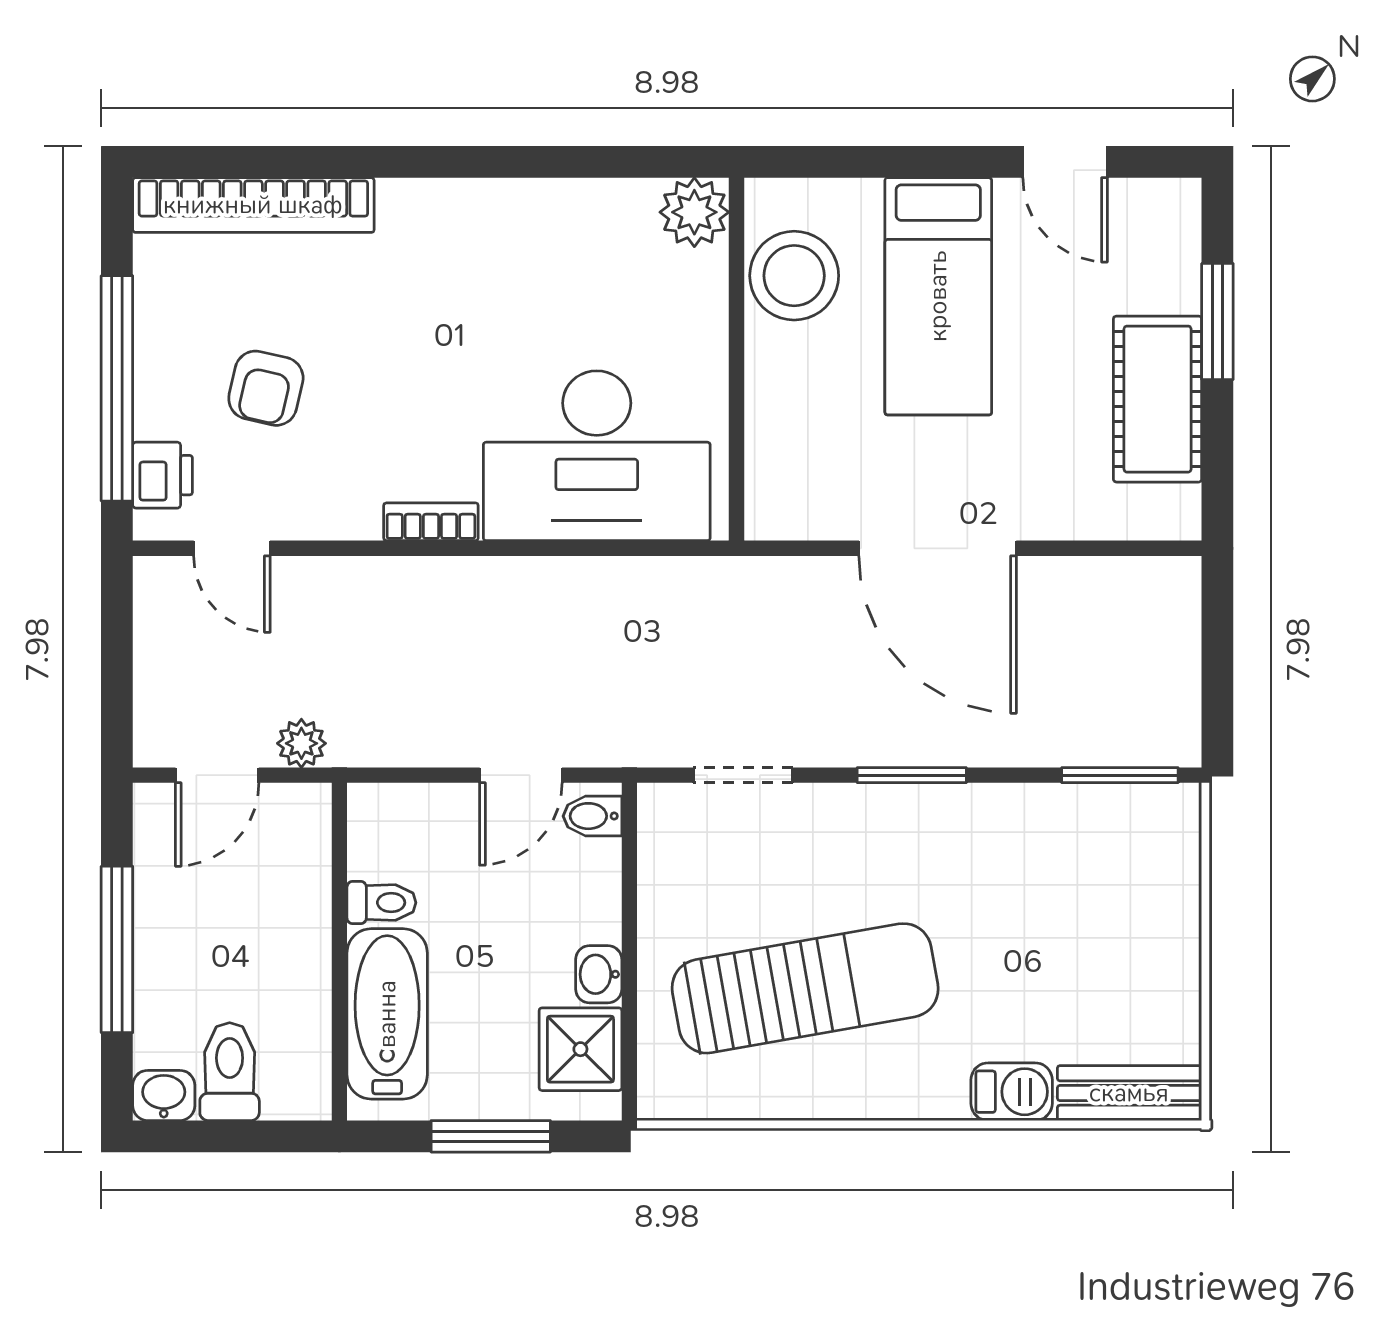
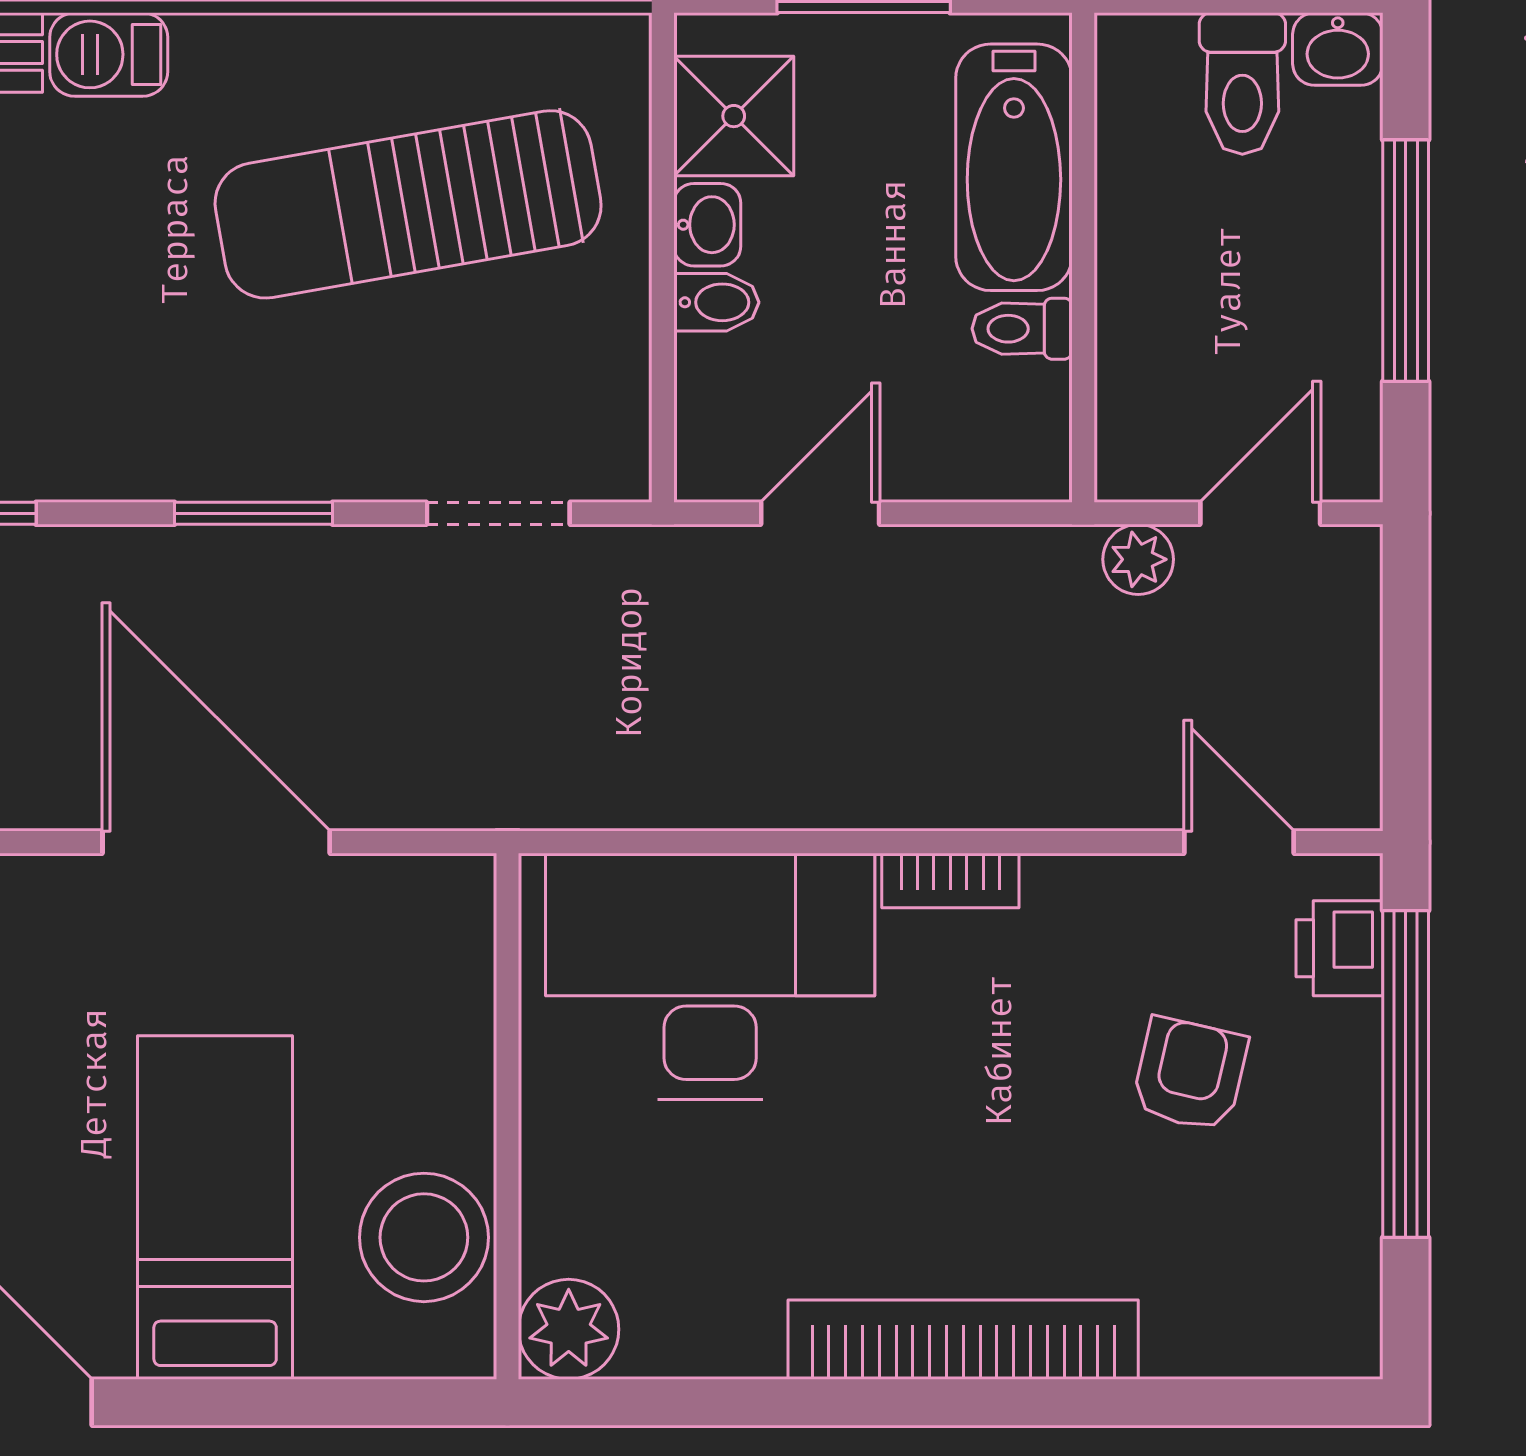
bookcase: (253, 205) -> (963, 1340), moved
bidet: (592, 816) -> (716, 302), moved

